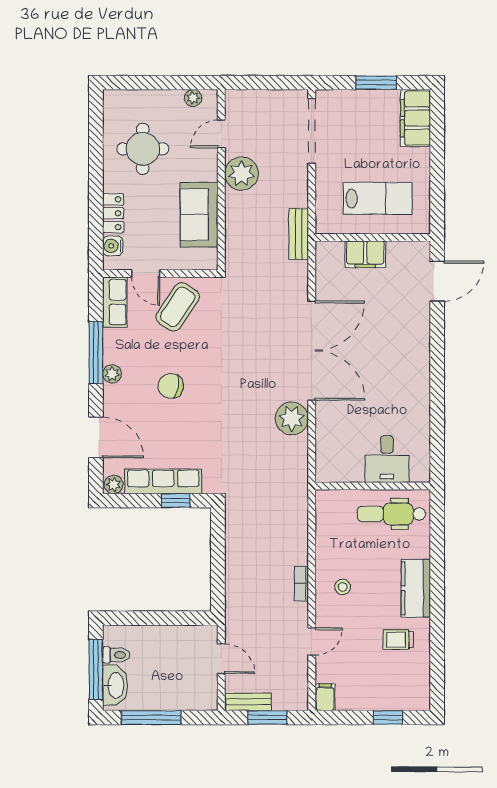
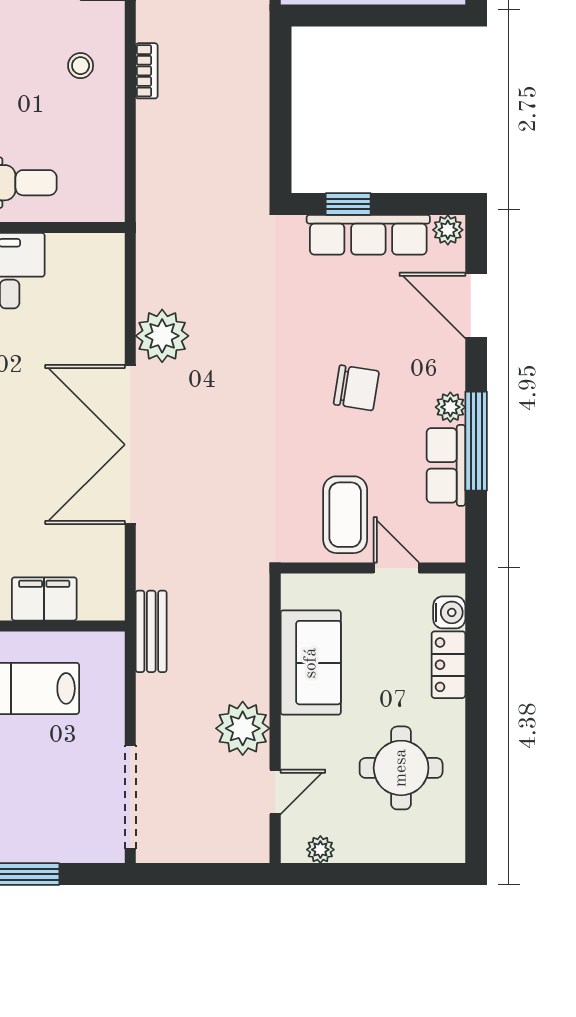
row of seats: (115, 302) -> (446, 465), moved
coffee table: (178, 307) -> (345, 515), turned -34

